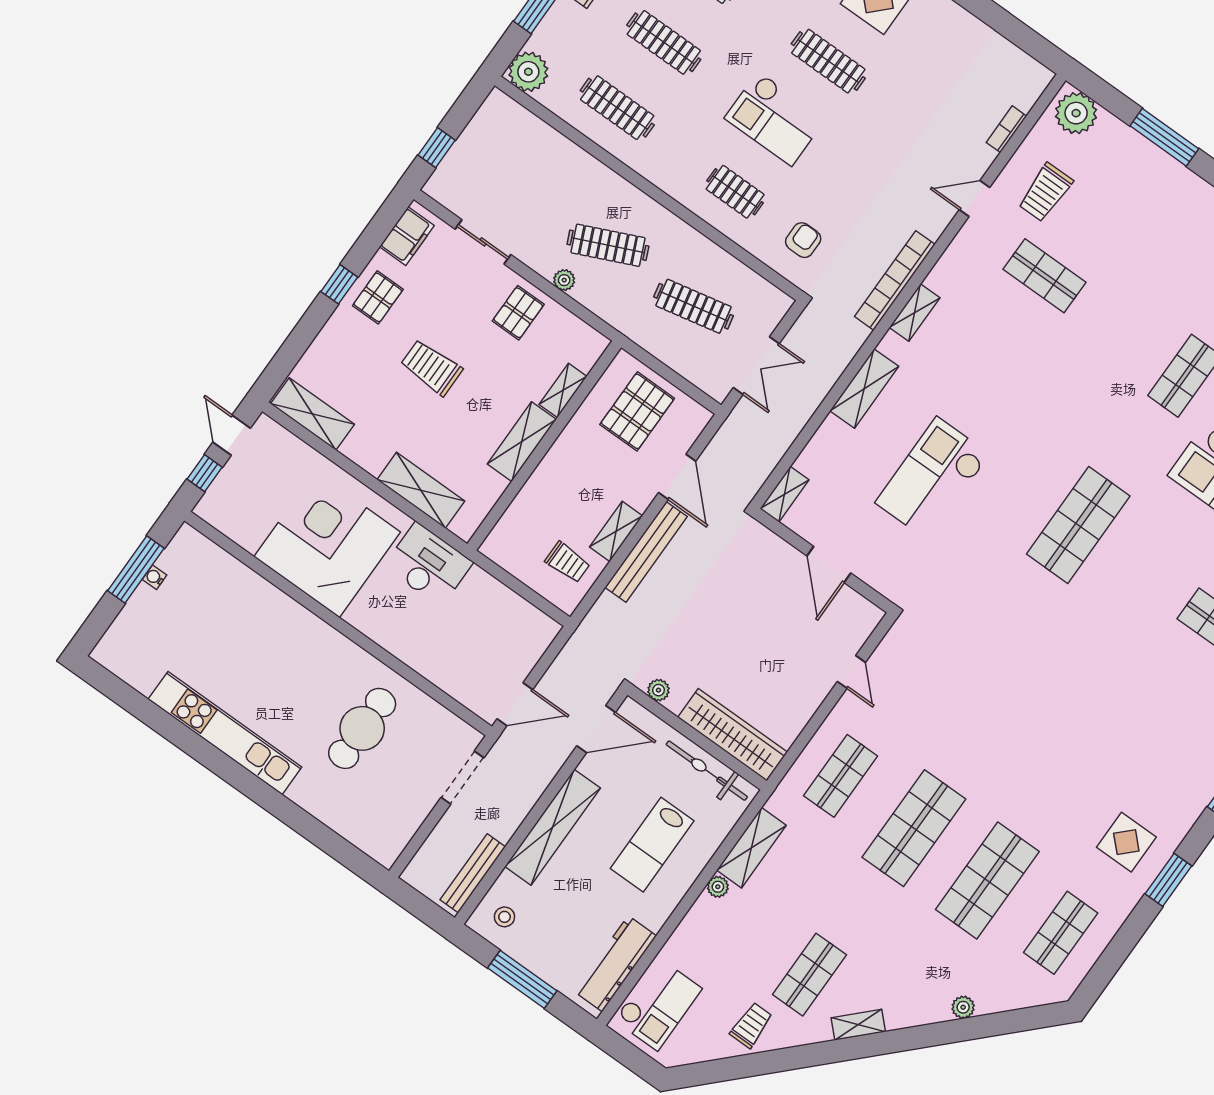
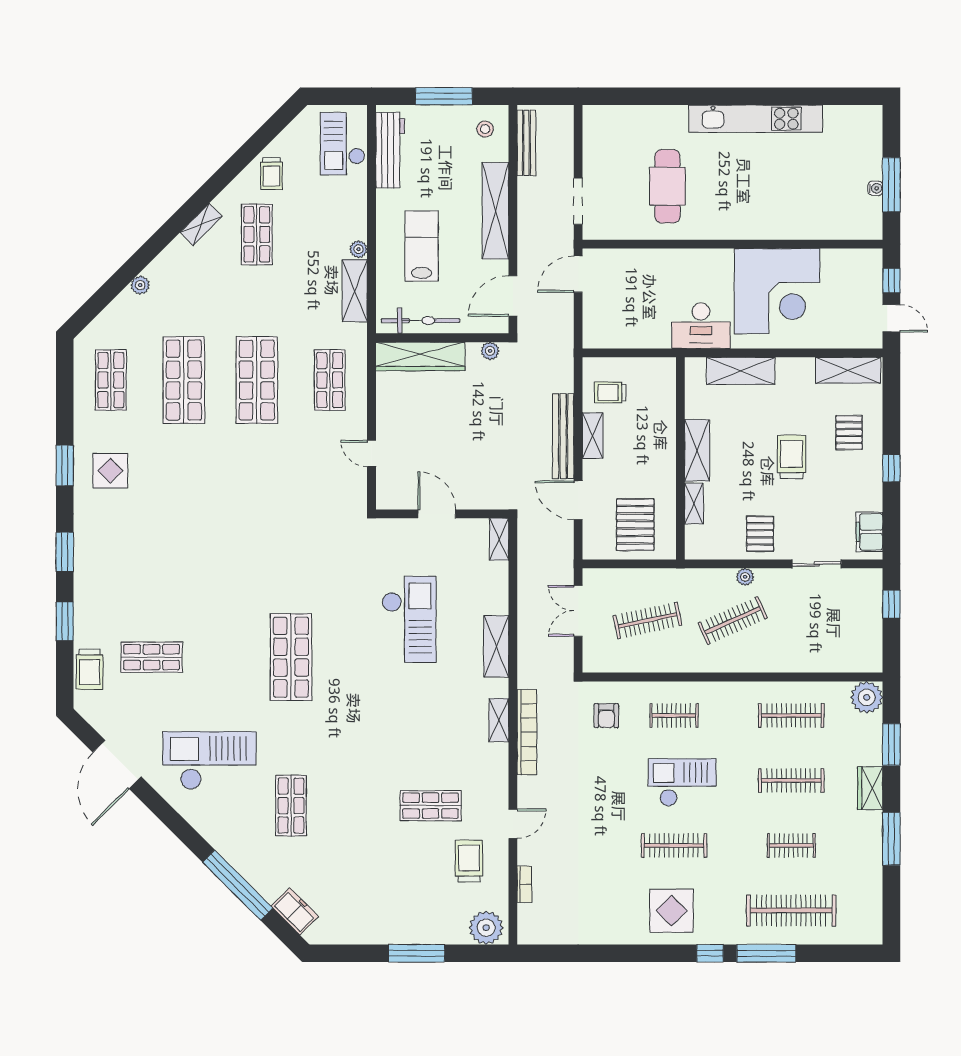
pallet: (378, 297) -> (849, 432), moved
trolley: (431, 367) -> (792, 457), turned -90

